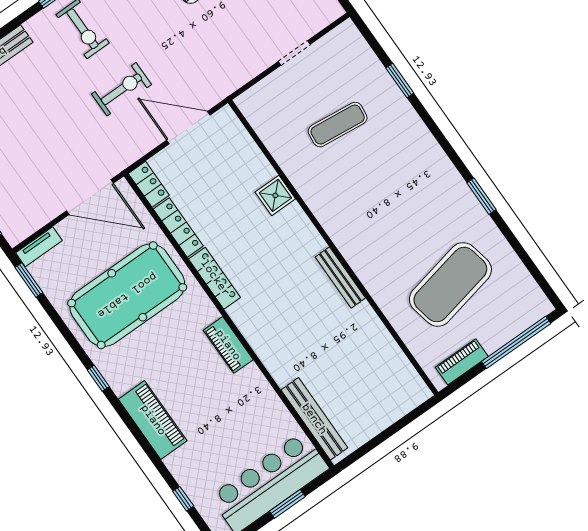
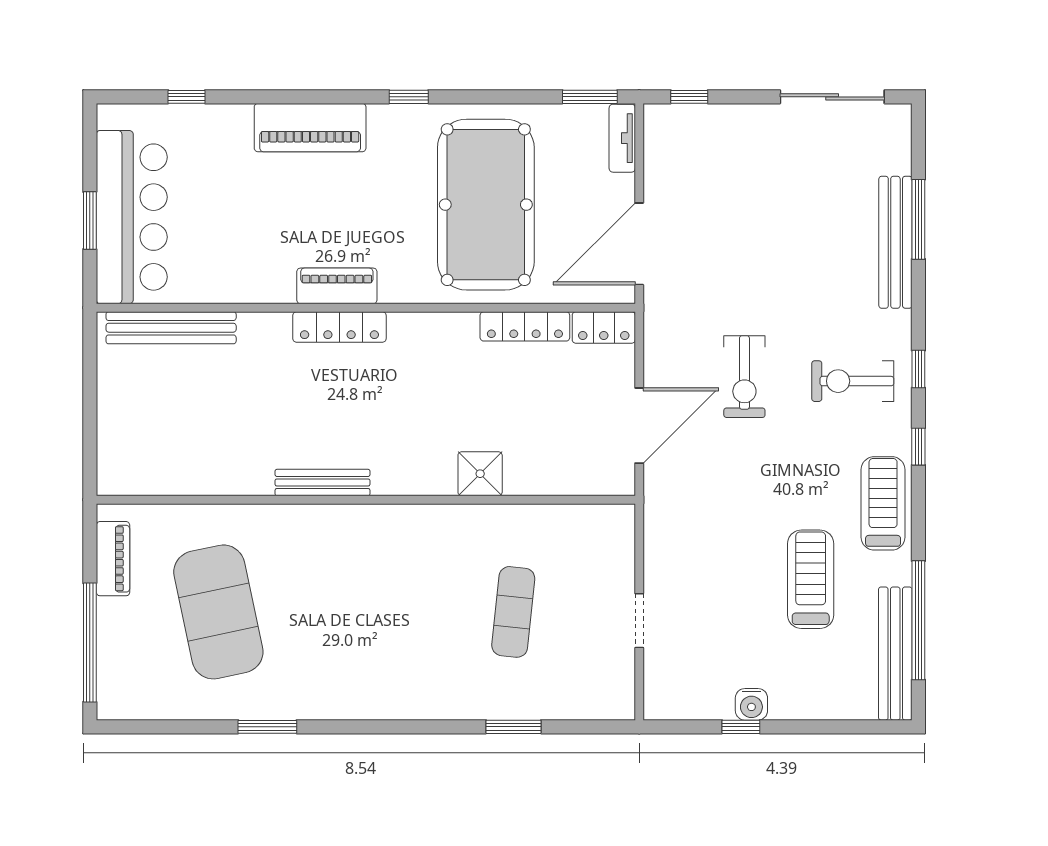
window: (481, 196) -> (267, 727), moved
locker: (215, 278) -> (339, 327), moved

